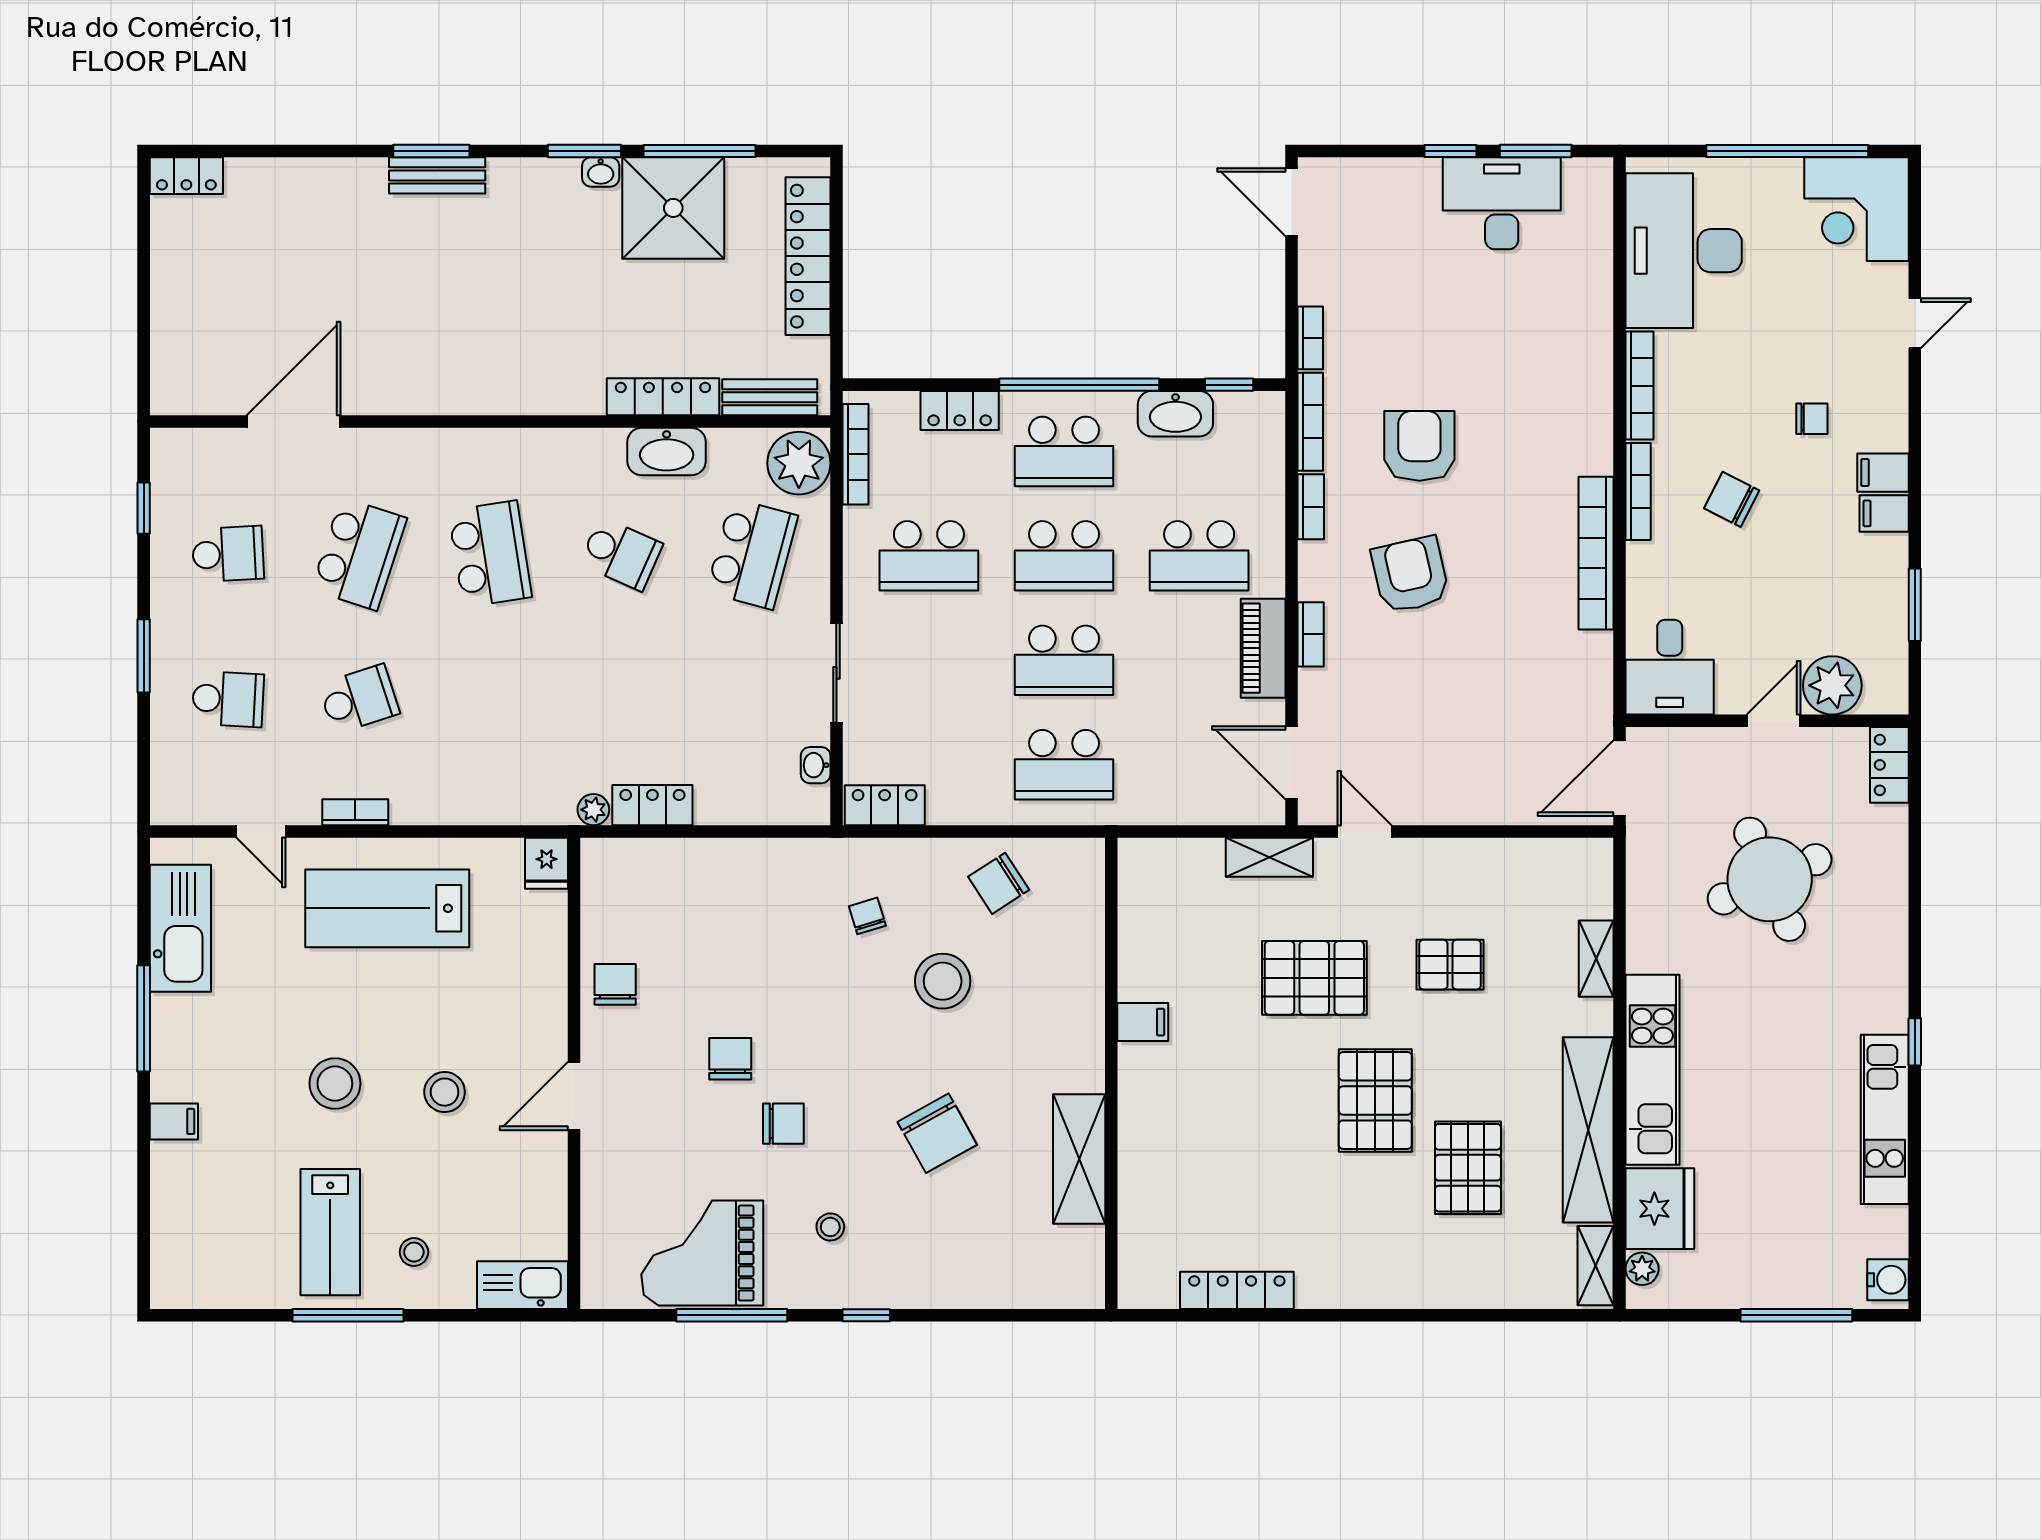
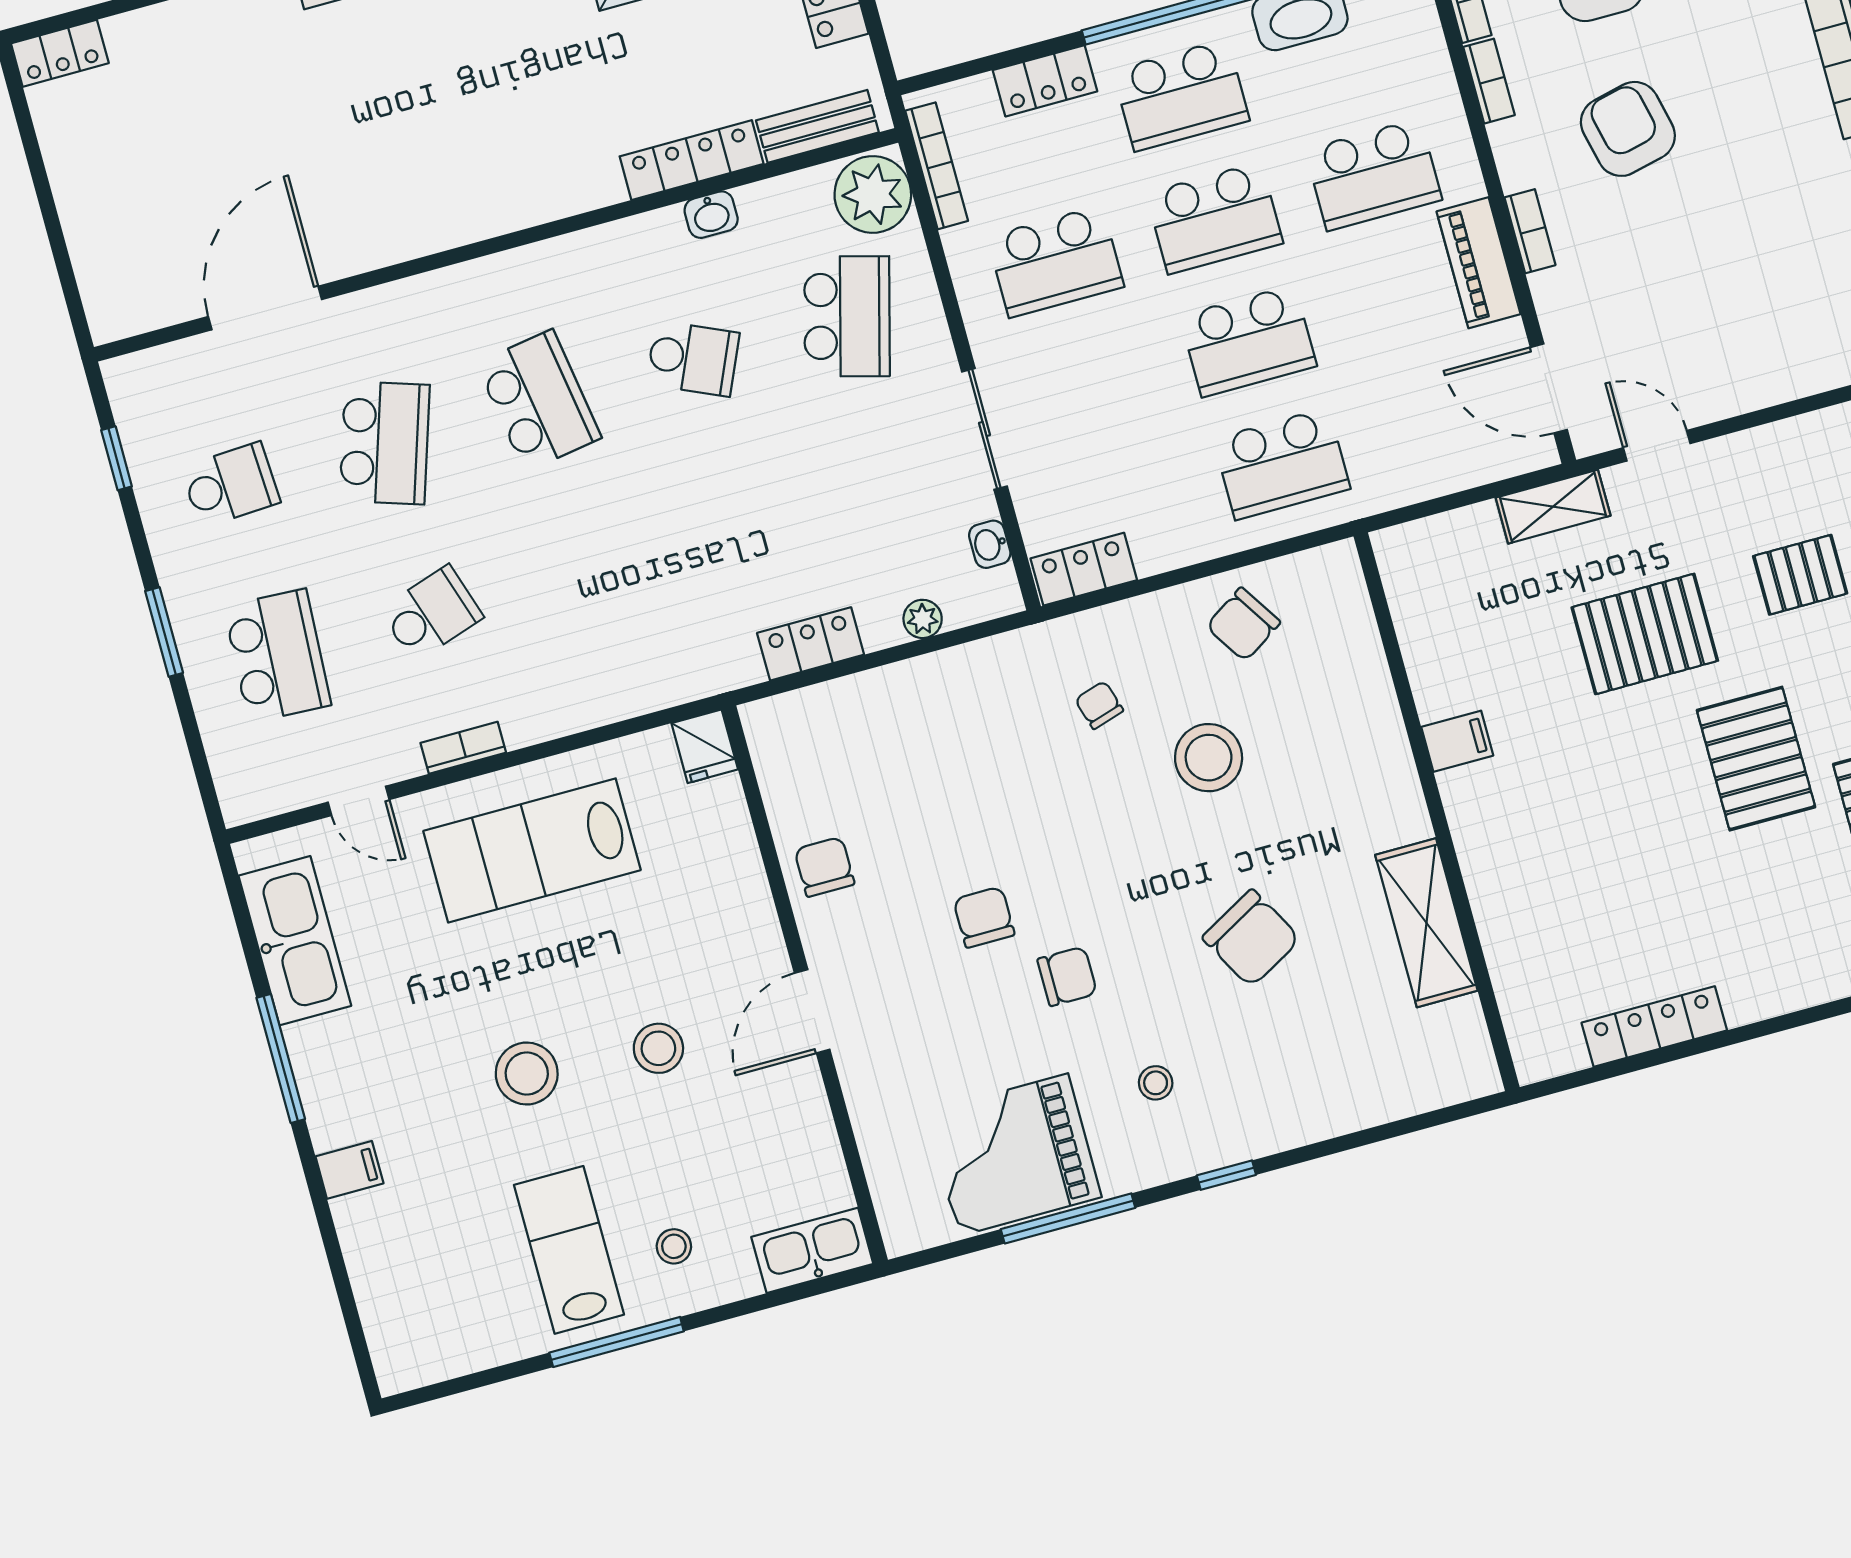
washbasin: (667, 452) -> (711, 215), width x0.52, depth x0.69
school desk: (228, 699) -> (277, 656), width x1.85
plant: (593, 810) -> (923, 619), moved
lab bench: (330, 1232) -> (569, 1250), turned 180

